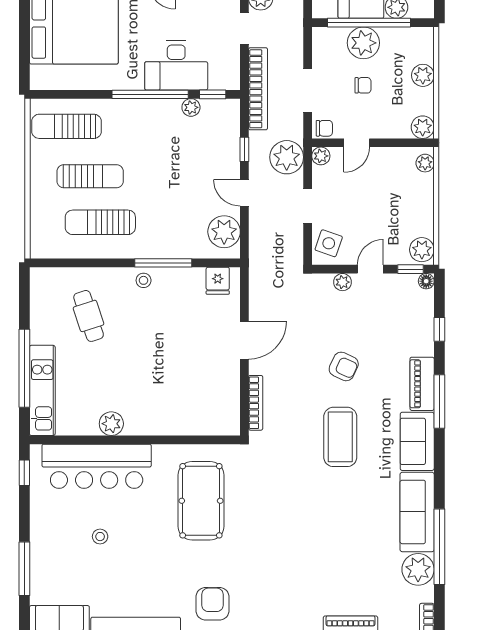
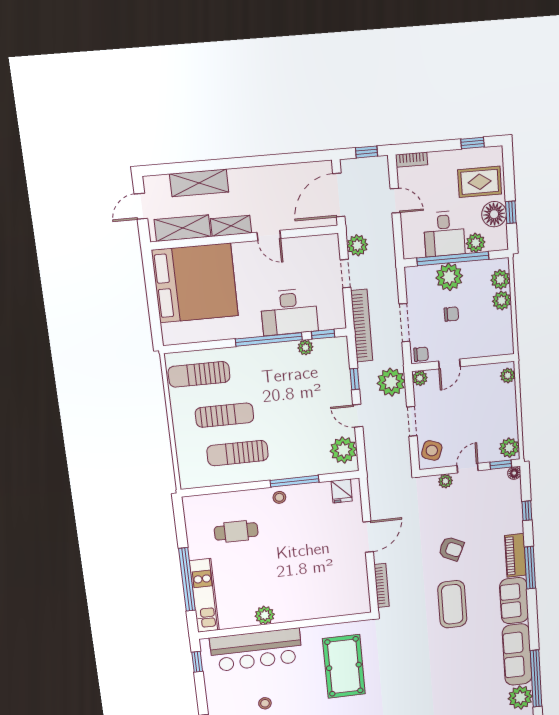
plant: (423, 127) -> (500, 279), moved
cafe table: (89, 316) -> (236, 531), turned -72

